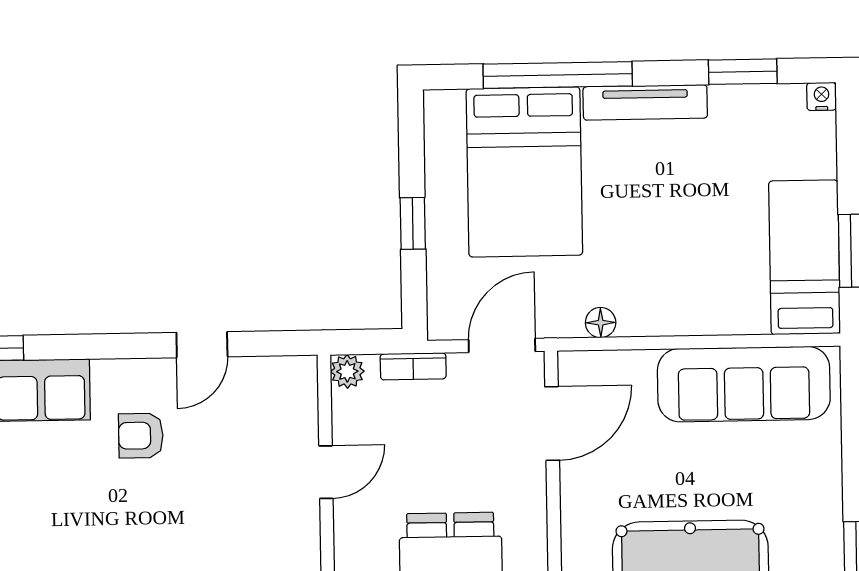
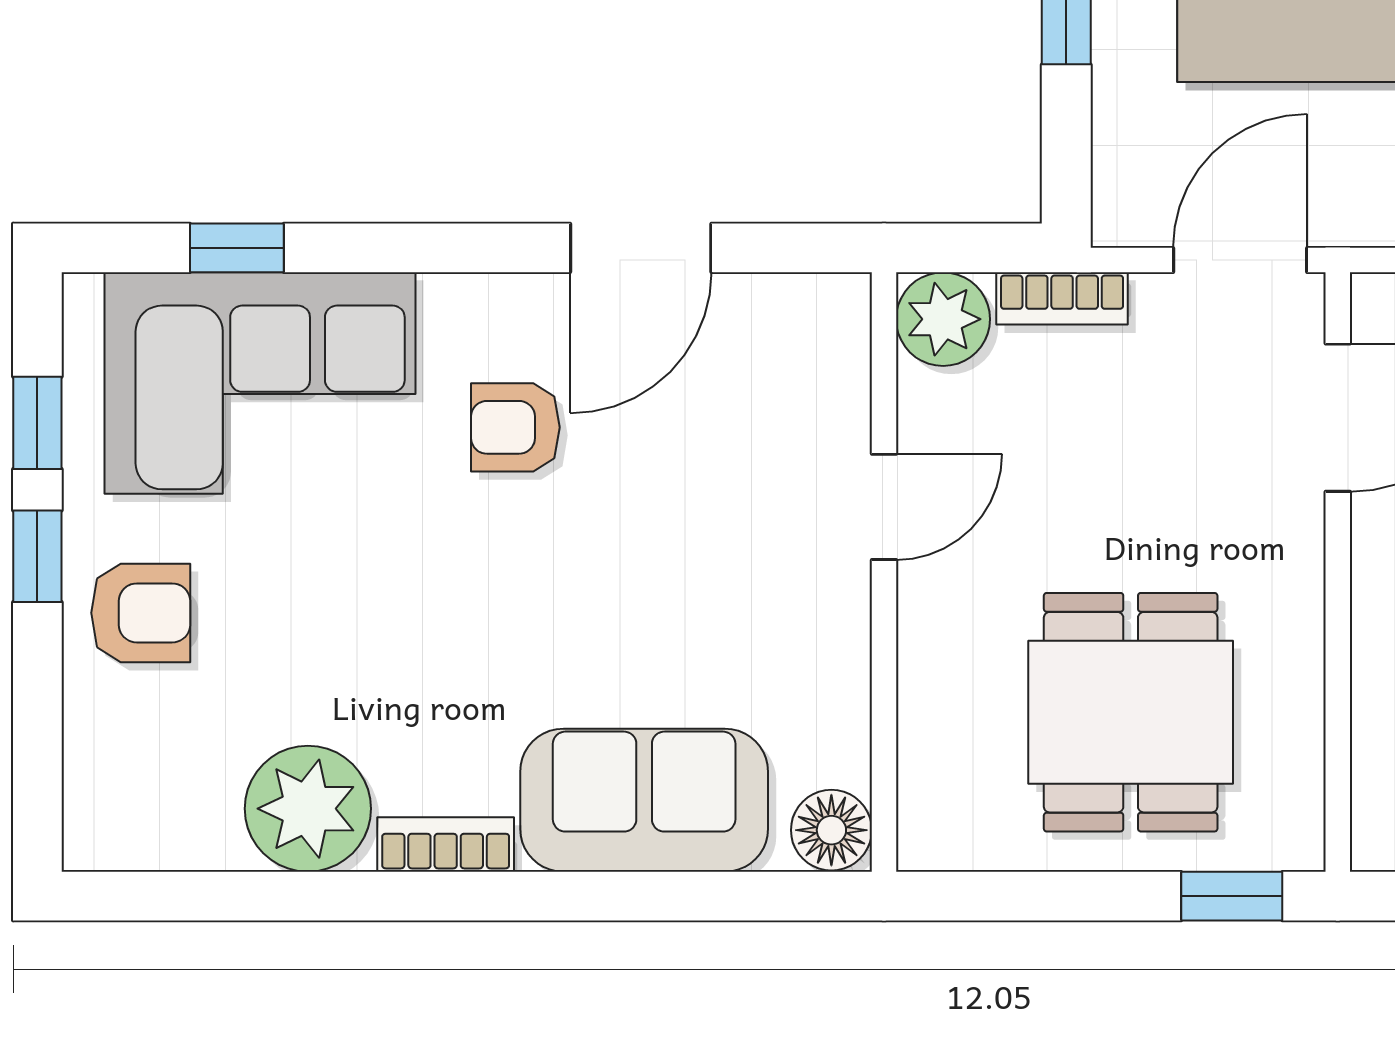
door: (202, 345) -> (641, 248), width x1.38
plant: (347, 371) -> (943, 319), width x1.38, depth x1.38

